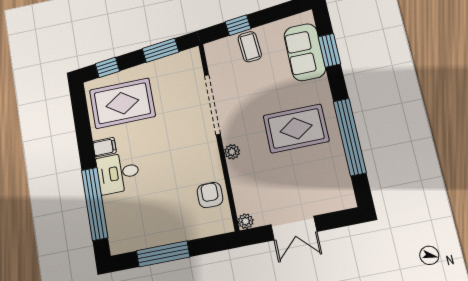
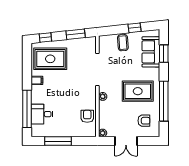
window: (238, 25) -> (134, 28), moved
desk: (118, 173) -> (42, 114), moved
armchair: (320, 182) -> (144, 121), added

